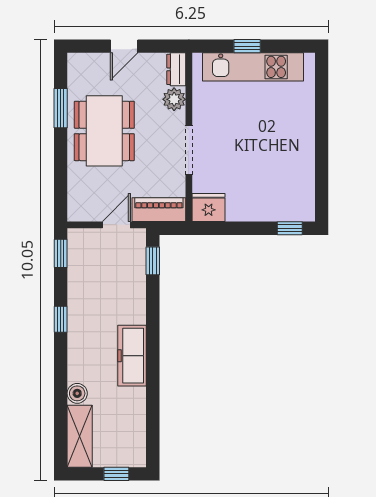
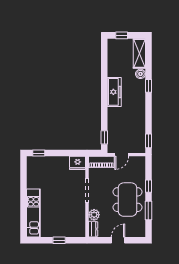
kitchen unit: (253, 67) -> (33, 213), moved, turned 90
window: (61, 159) -> (148, 186), added
window: (61, 319) -> (148, 86), moved

